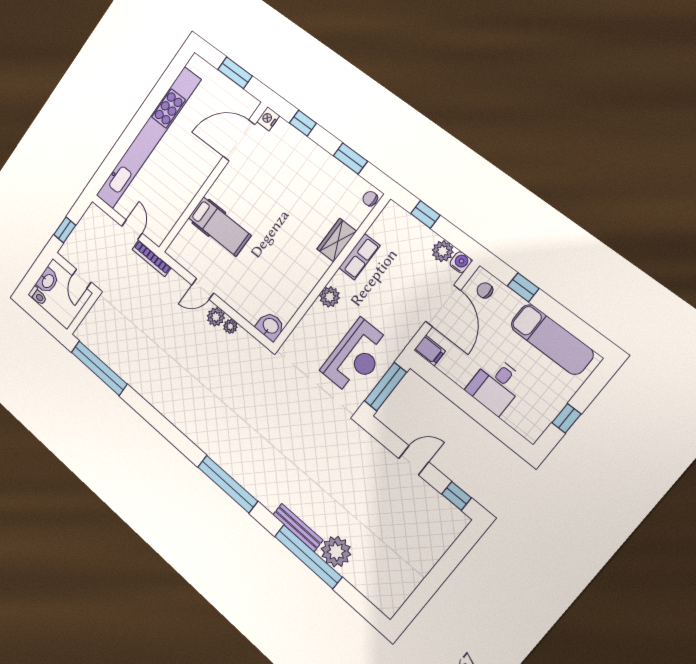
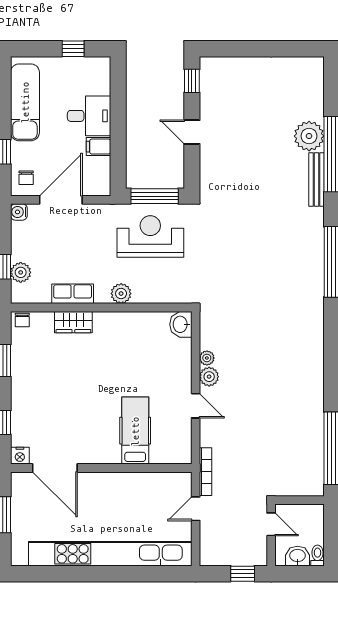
plant: (443, 251) -> (21, 272), moved
door: (82, 279) -> (271, 524), hinge flipped
filing cabinet: (430, 351) -> (99, 147), moved, turned -90

